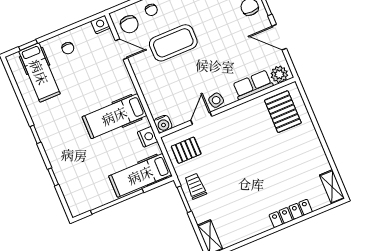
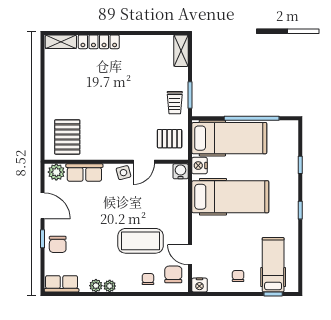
hospital bed: (114, 116) -> (230, 197), width x1.37, depth x1.29
hospital bed: (140, 175) -> (229, 138), width x1.37, depth x1.29
shelving: (332, 187) -> (61, 42), moved, turned 90

